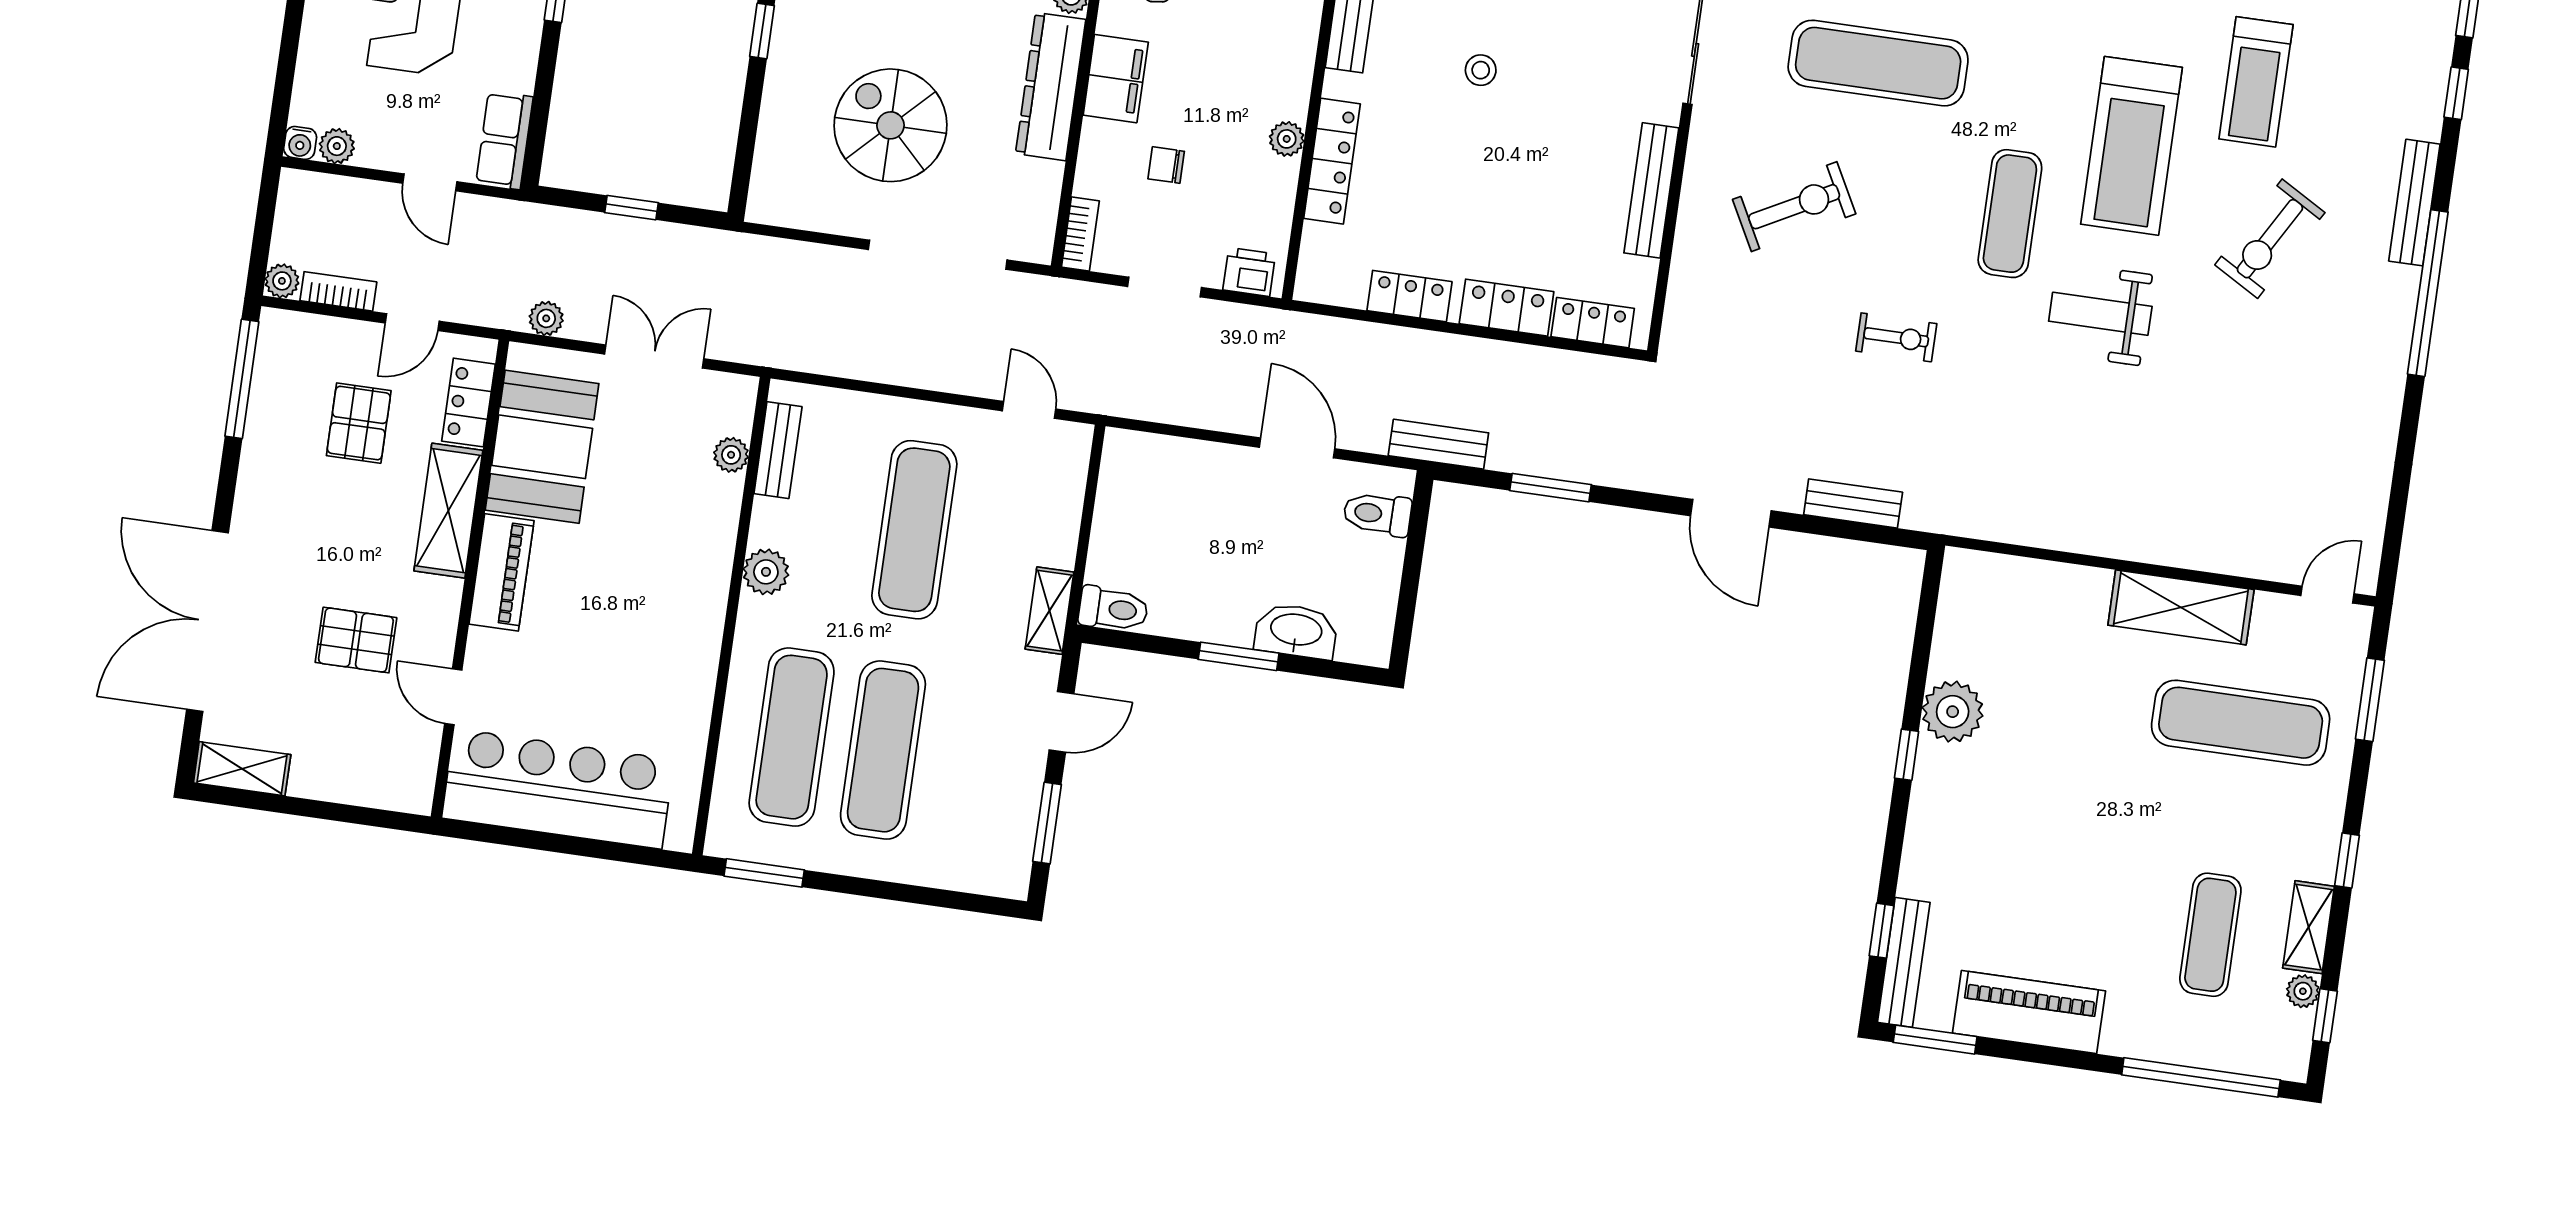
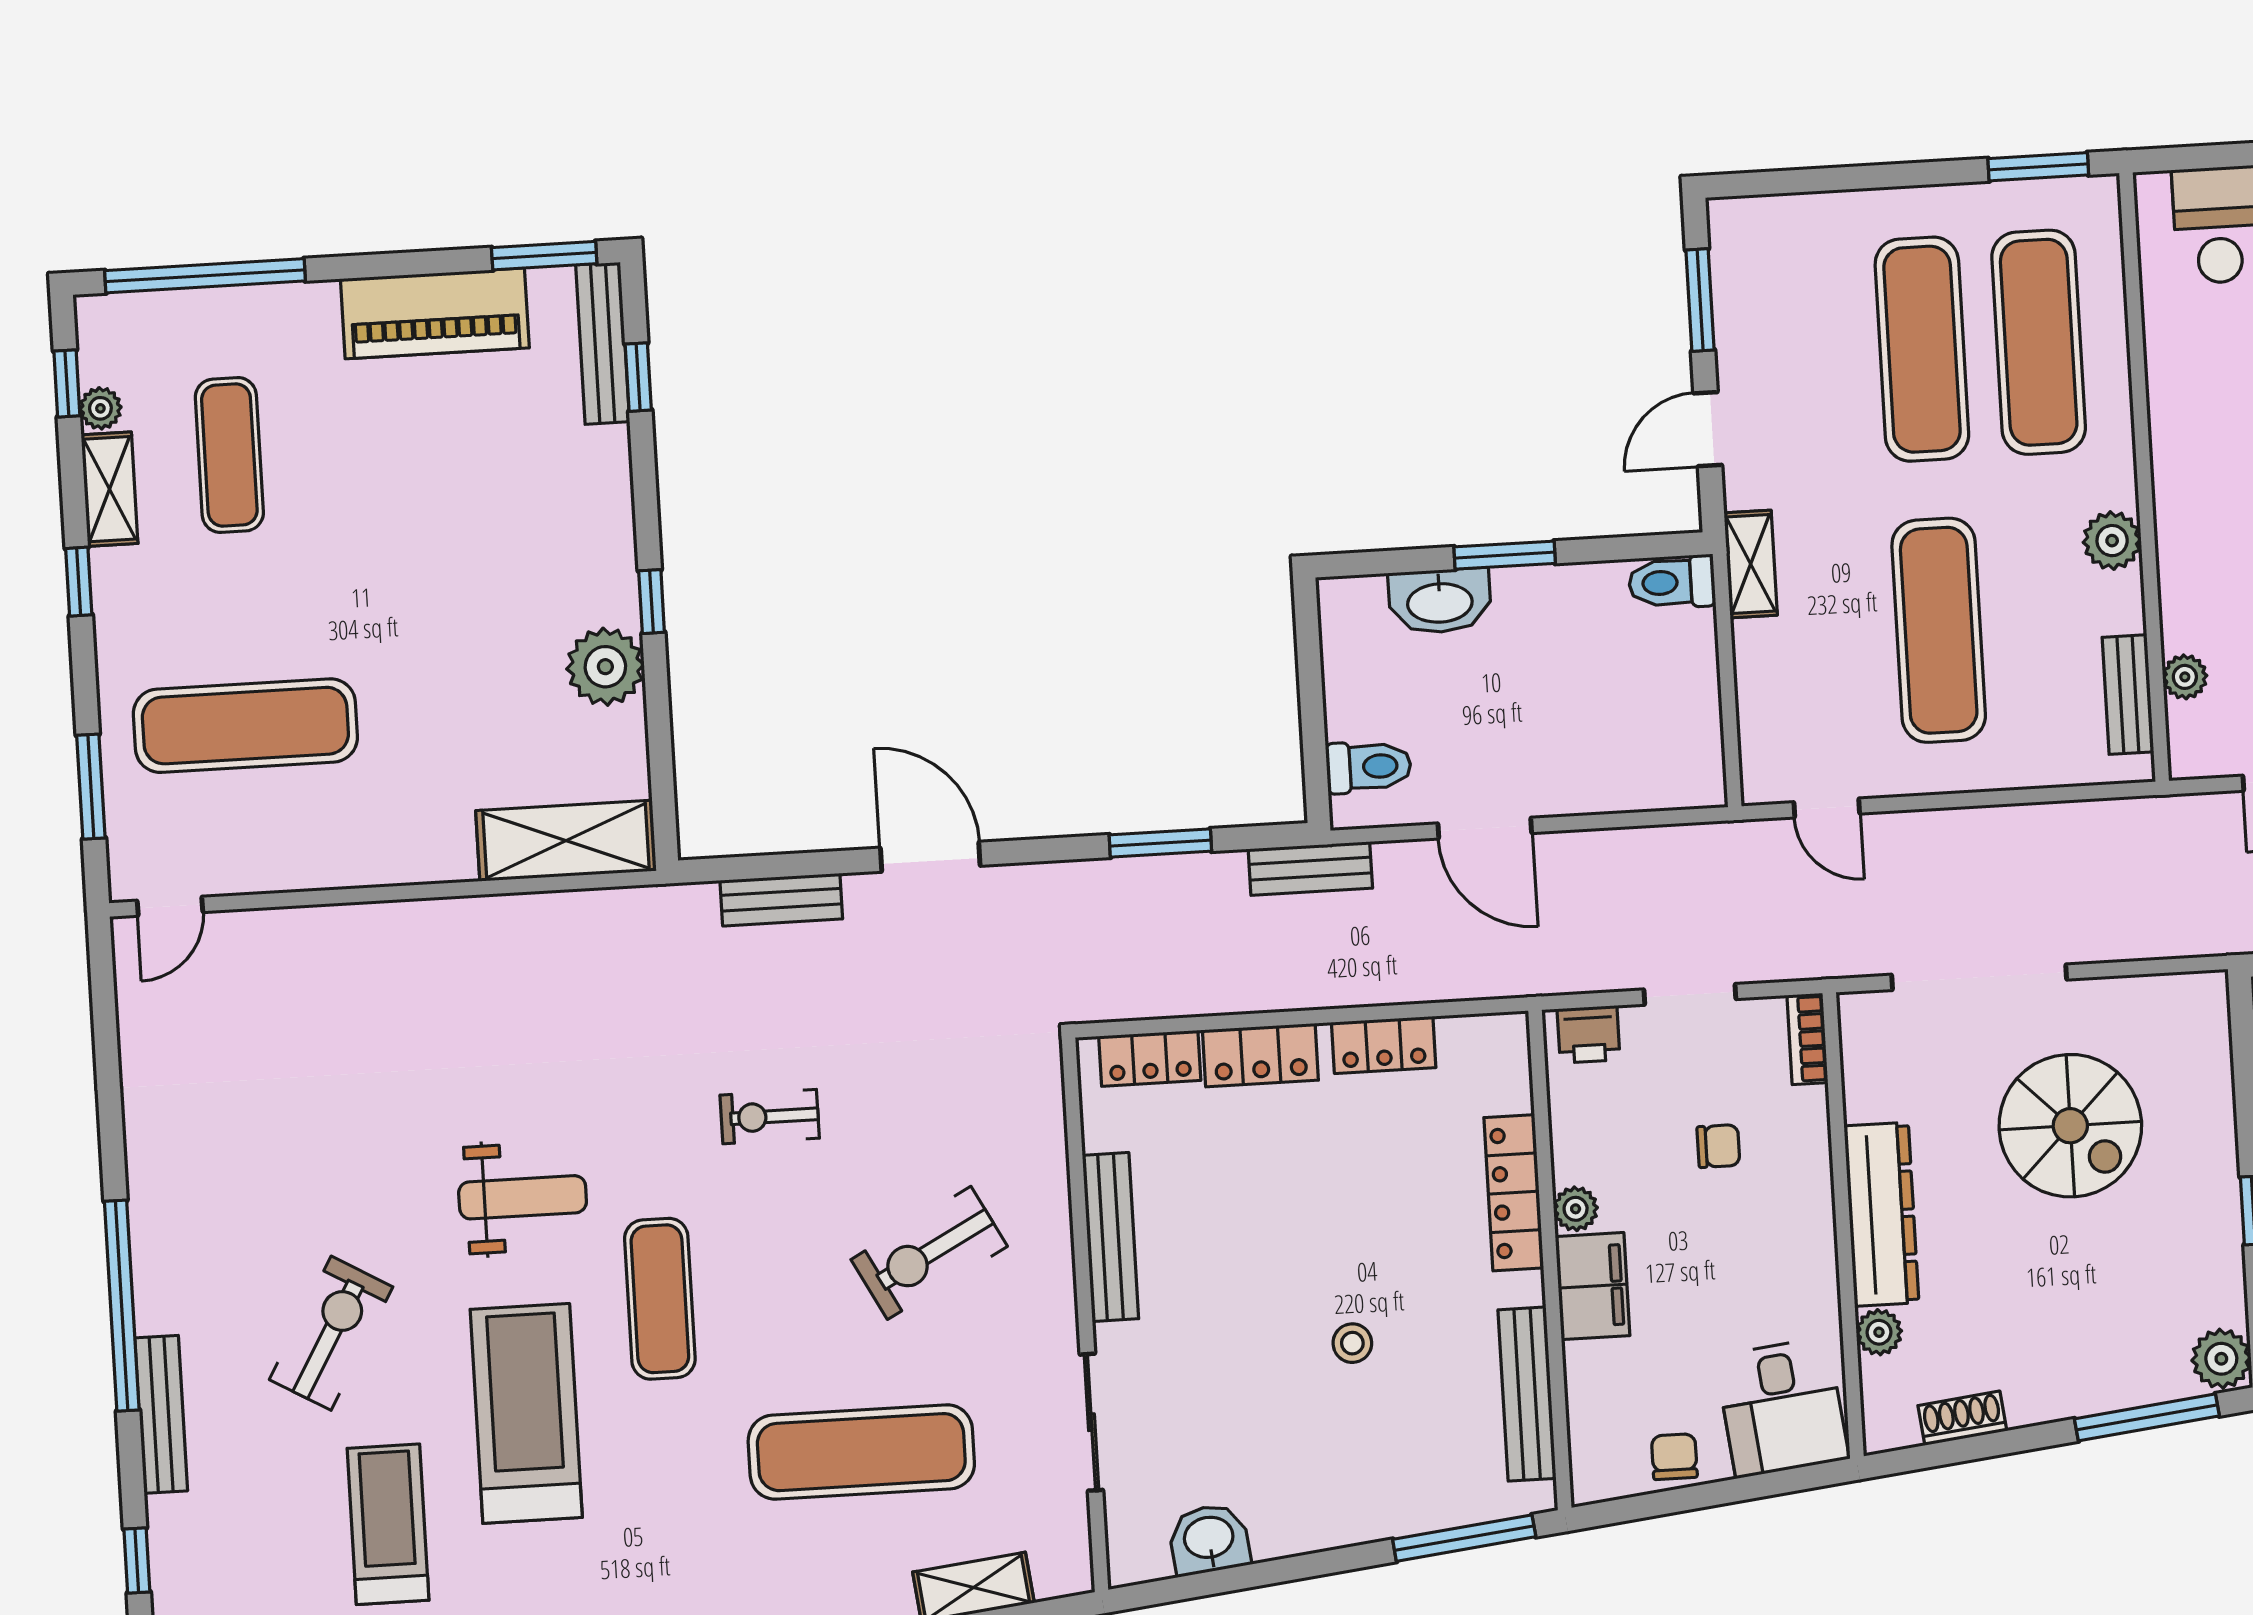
filing cabinet: (1116, 79) -> (1593, 1286), moved, turned 180
shelving: (2181, 607) -> (566, 841), moved

